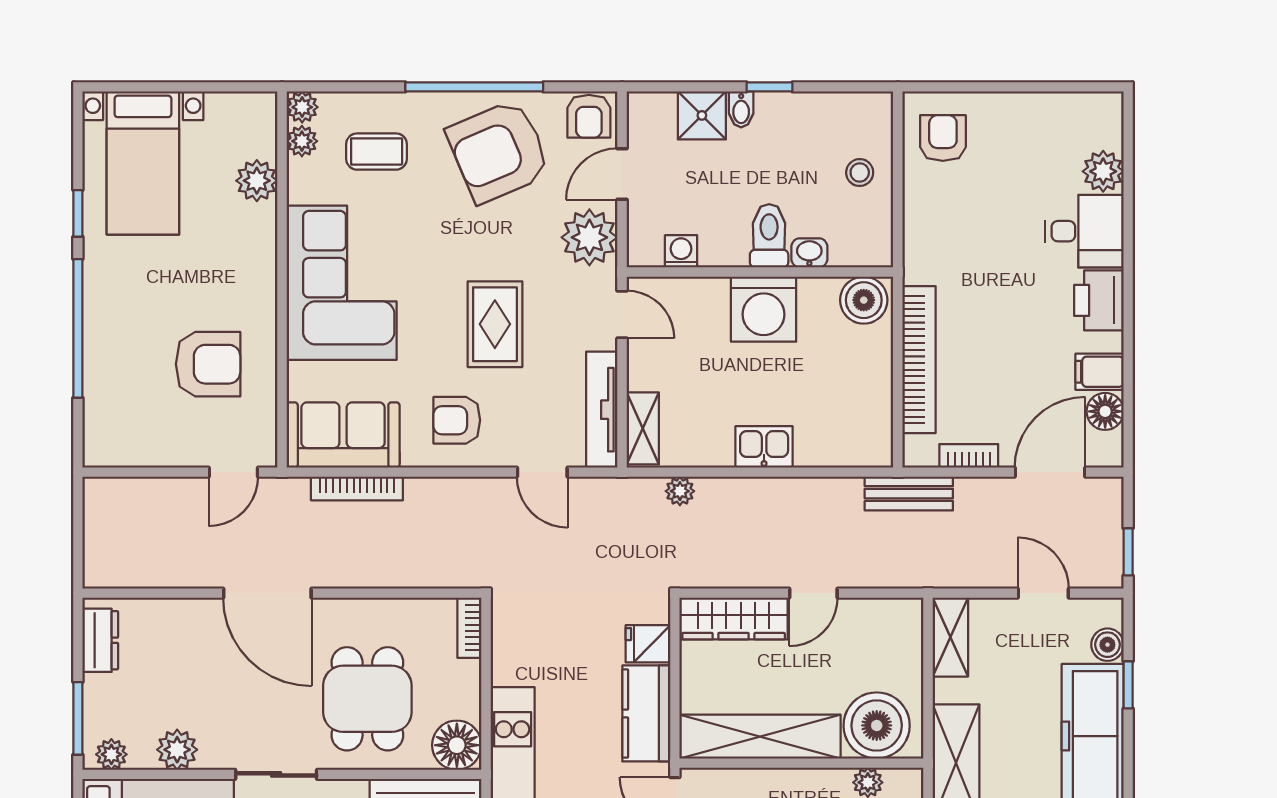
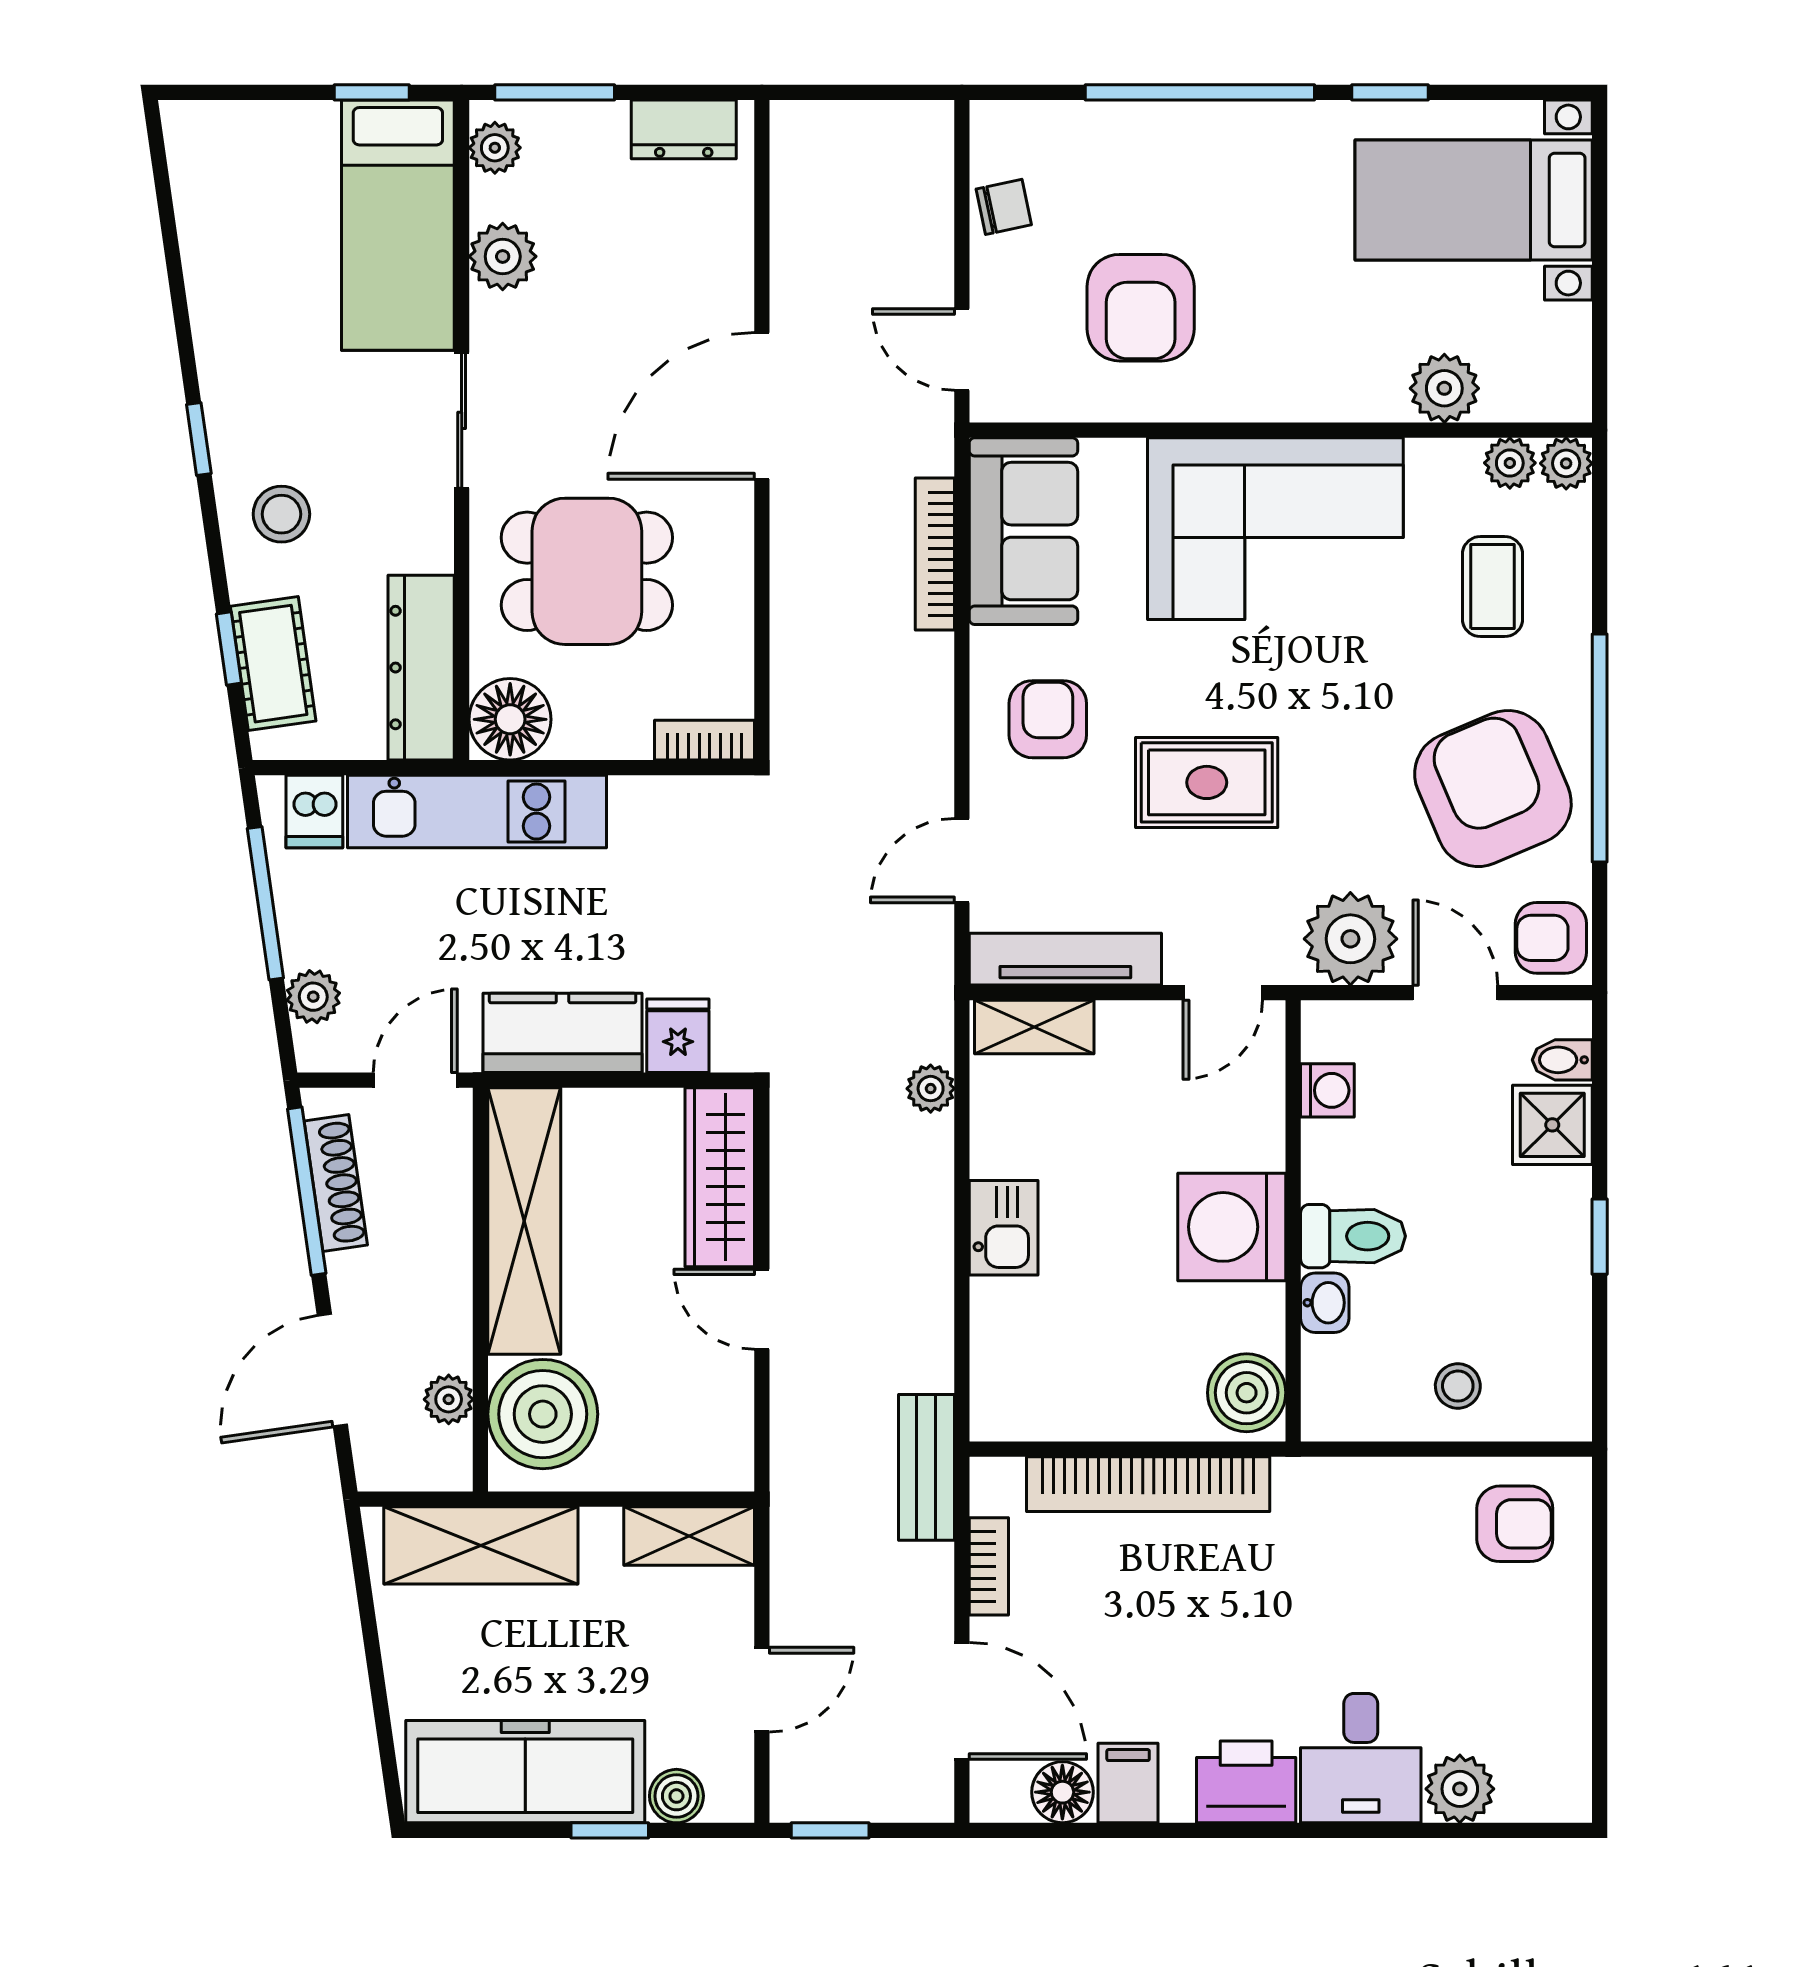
bidet: (741, 109) -> (1562, 1060), moved
chair: (147, 447) -> (1004, 207), added

